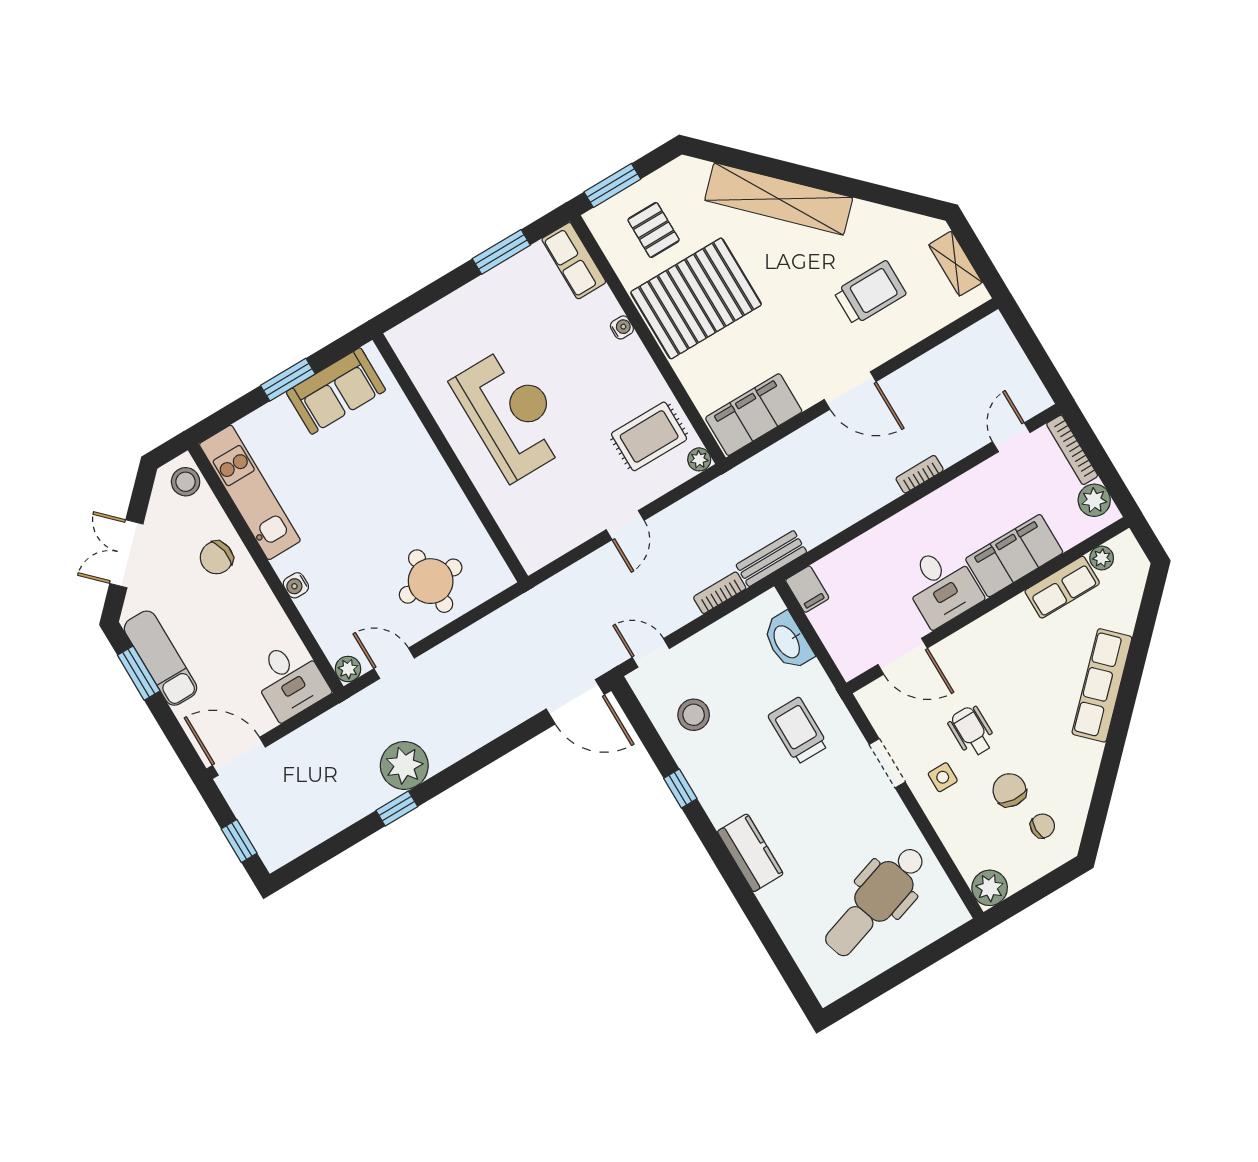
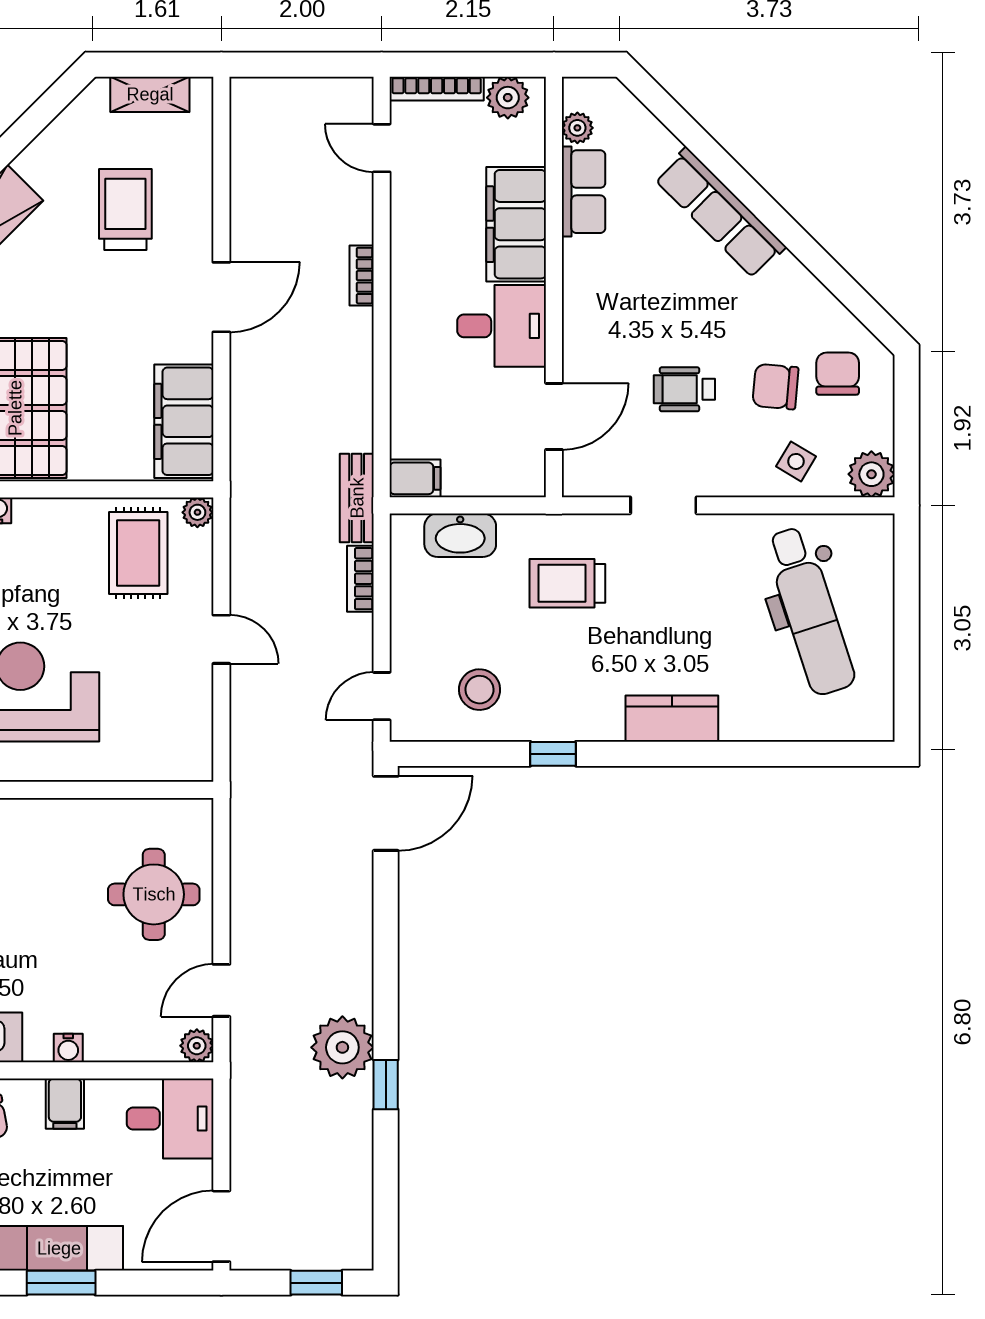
filing cabinet: (258, 605) -> (65, 1104), added
side table: (943, 777) -> (796, 461), moved, turned 31
chair: (1043, 826) -> (838, 374), width x1.37, depth x1.37

